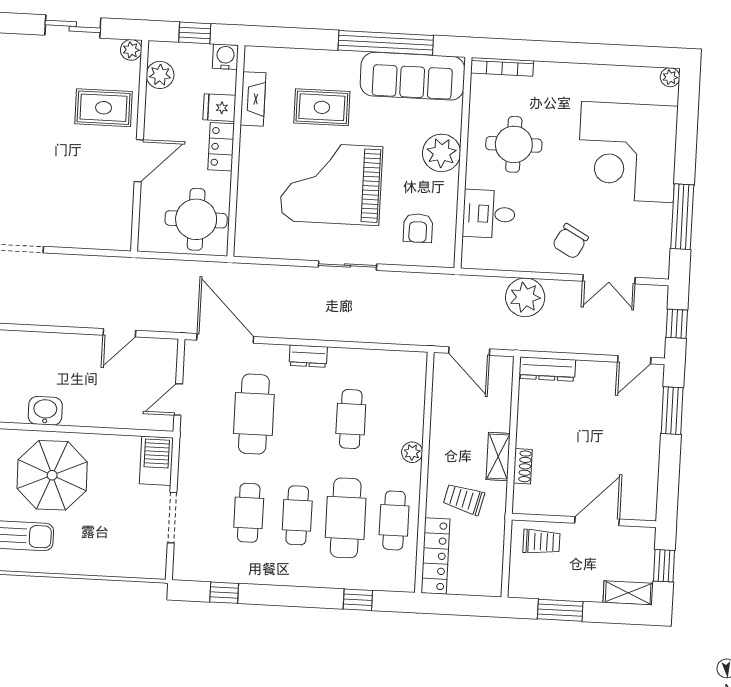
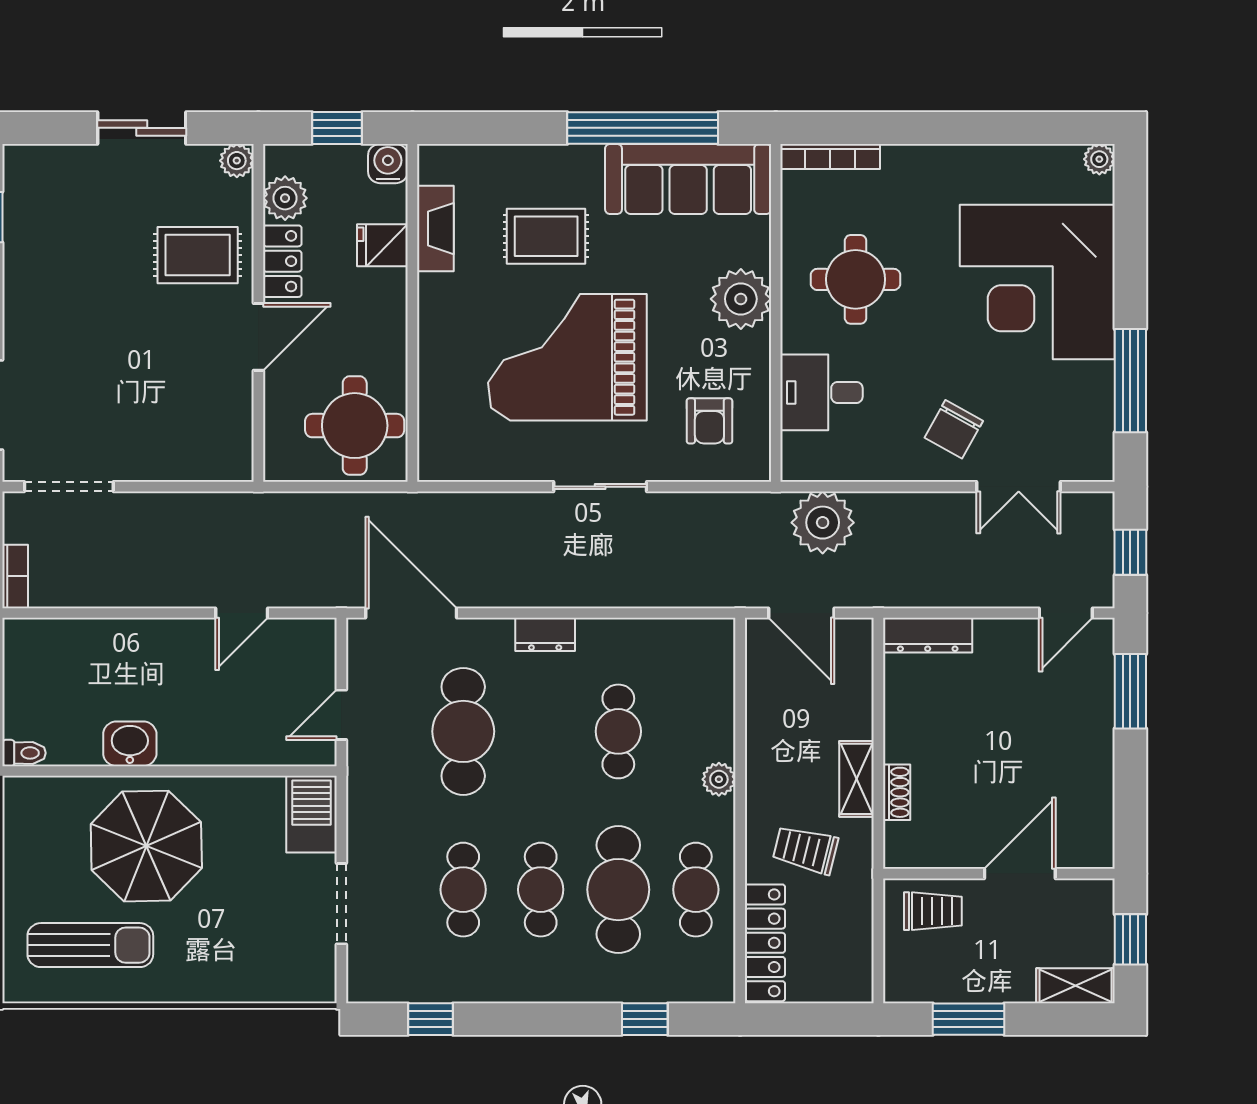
locker: (221, 147) -> (282, 261), moved, turned 180
plant: (525, 297) -> (823, 523), moved

